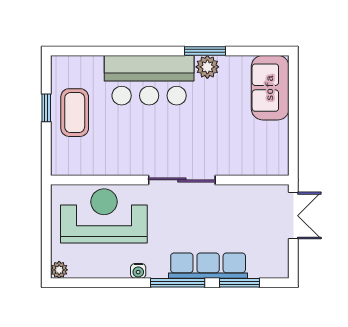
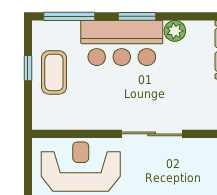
window: (91, 51) -> (69, 16), added
window: (205, 51) -> (137, 16), moved

